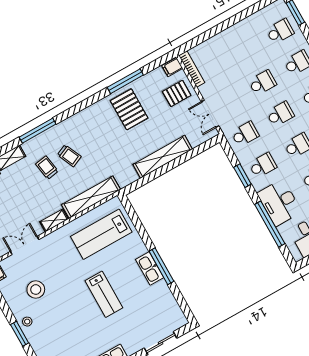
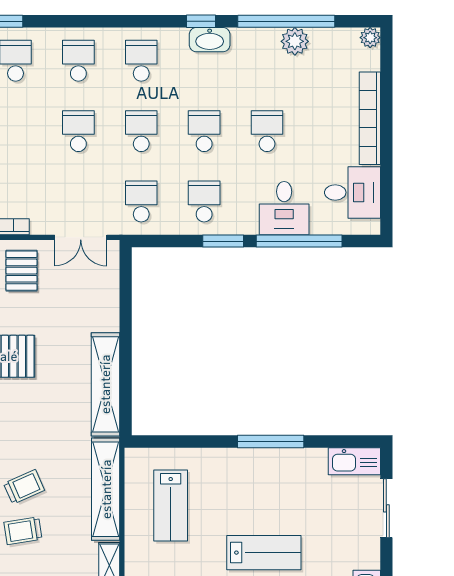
shelving: (163, 157) -> (105, 384), moved
window: (242, 176) -> (223, 241), moved
desk: (279, 203) -> (284, 208), width x0.73
lab bench: (101, 234) -> (171, 505), width x0.73, depth x0.72
kitchen sink: (150, 269) -> (354, 461), moved

